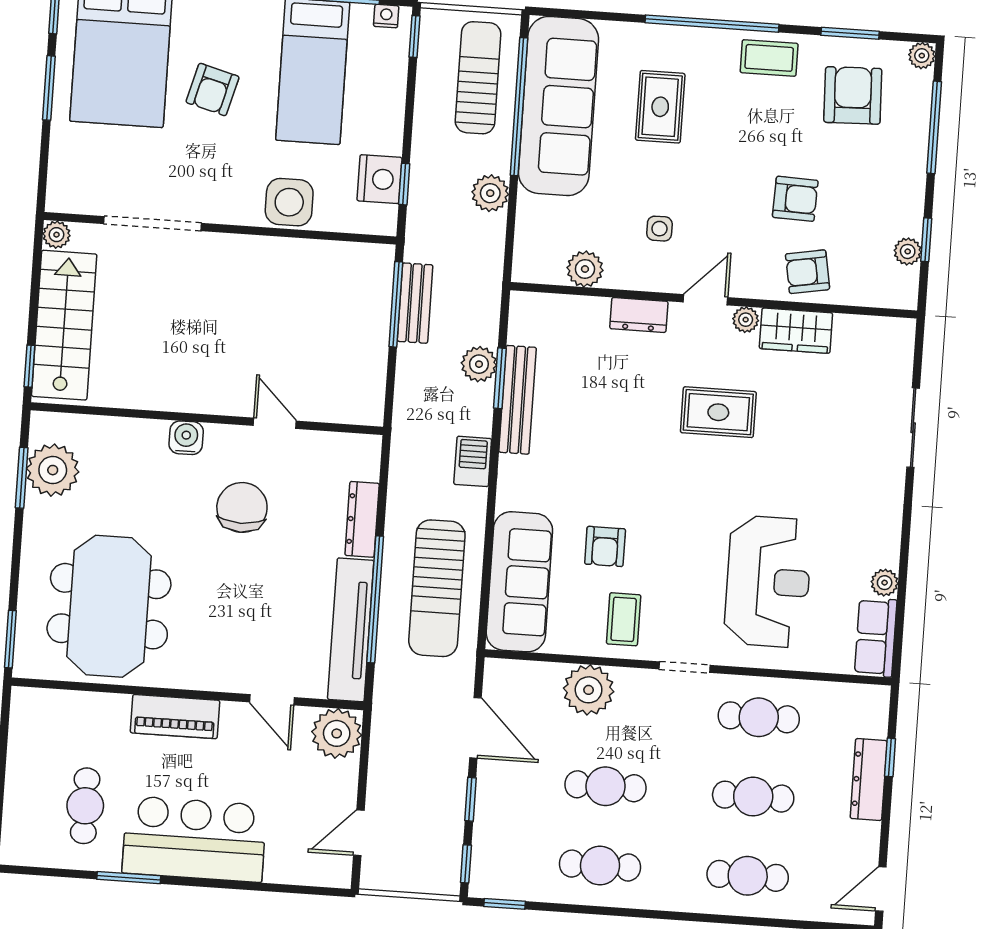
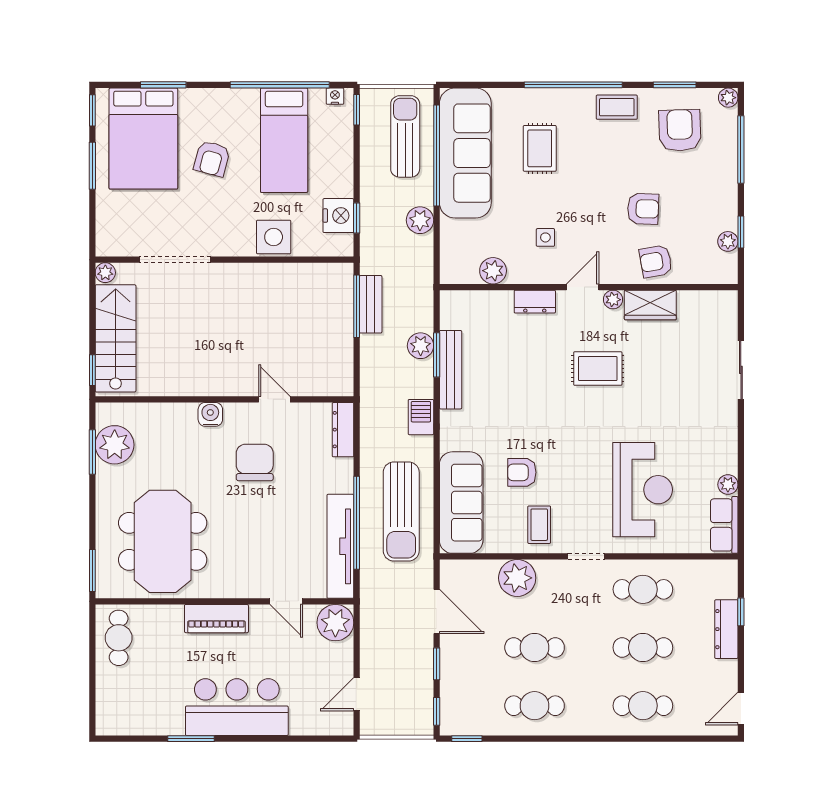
dresser: (362, 519) -> (343, 430), moved
armchair: (605, 546) -> (522, 472), turned 90
cafe table: (85, 806) -> (119, 638), moved

